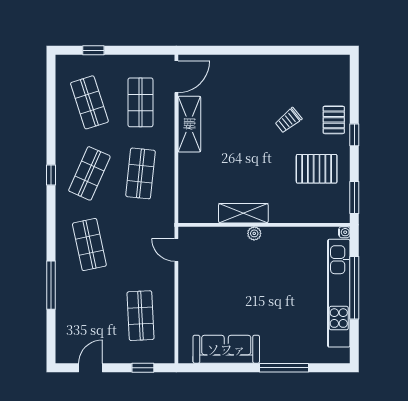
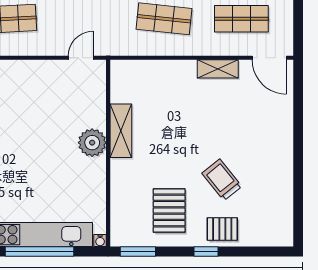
trolley: (288, 120) -> (222, 180), width x1.36, depth x1.39
shelving: (189, 124) -> (218, 69), width x0.67, depth x0.75
plant: (254, 233) -> (92, 143), width x1.87, depth x1.87

